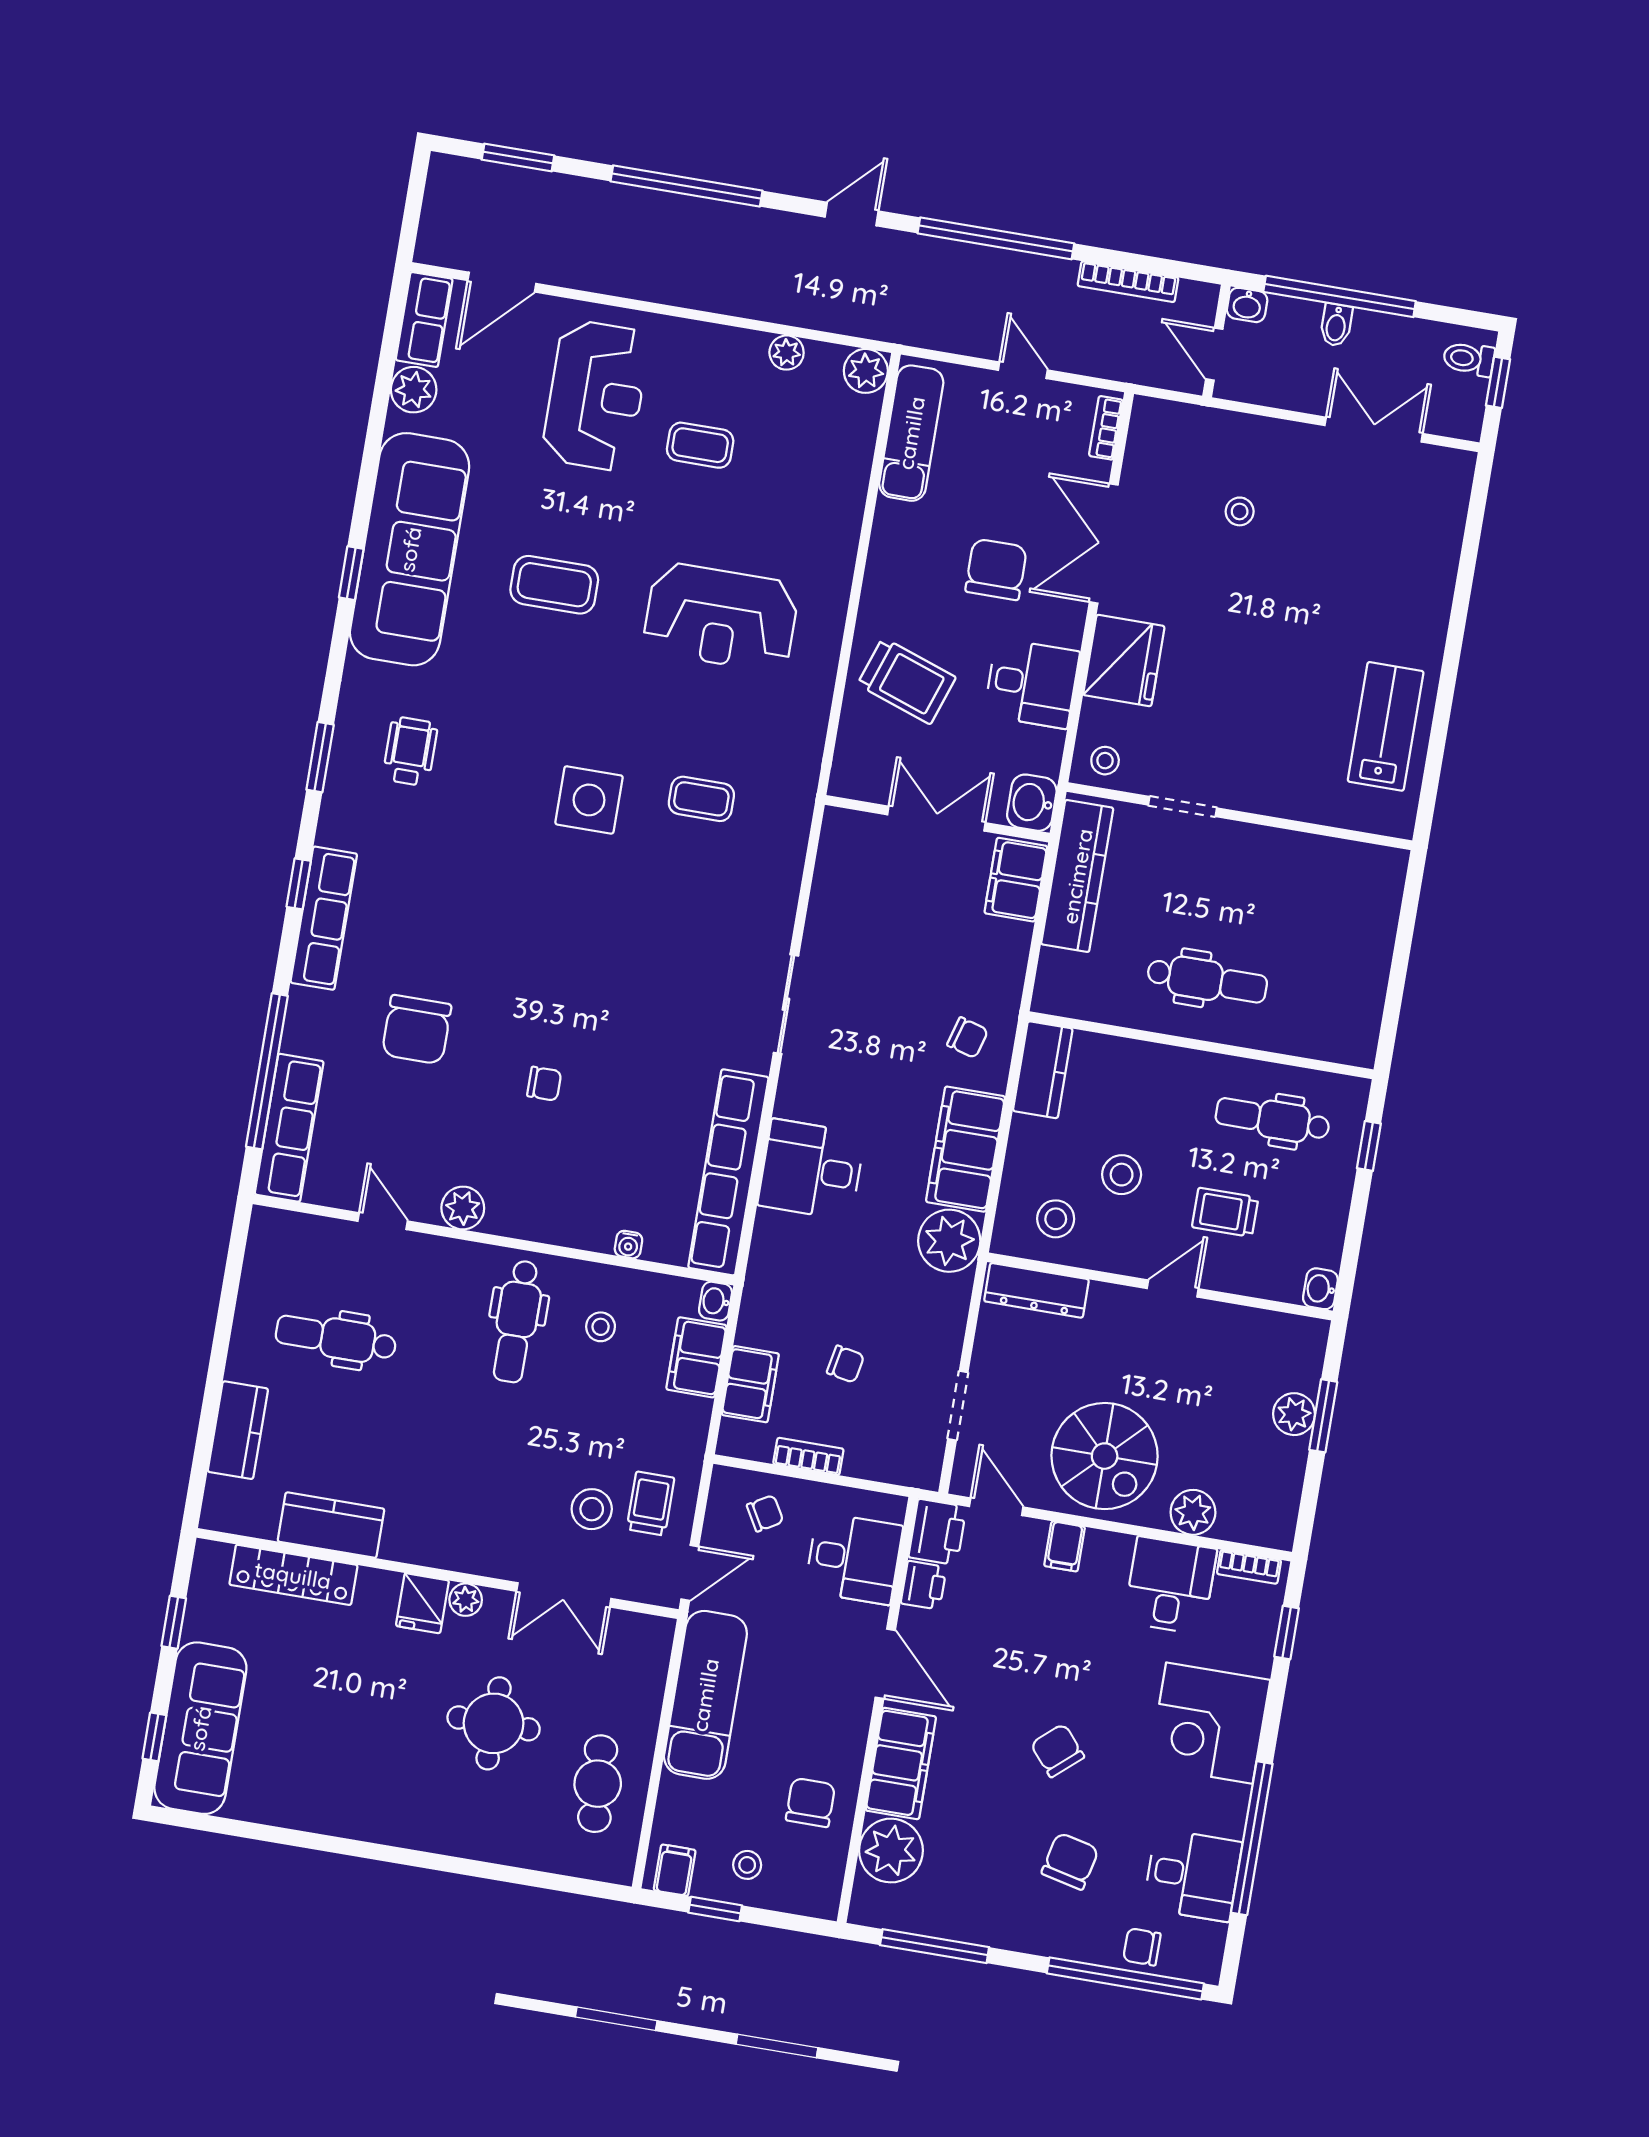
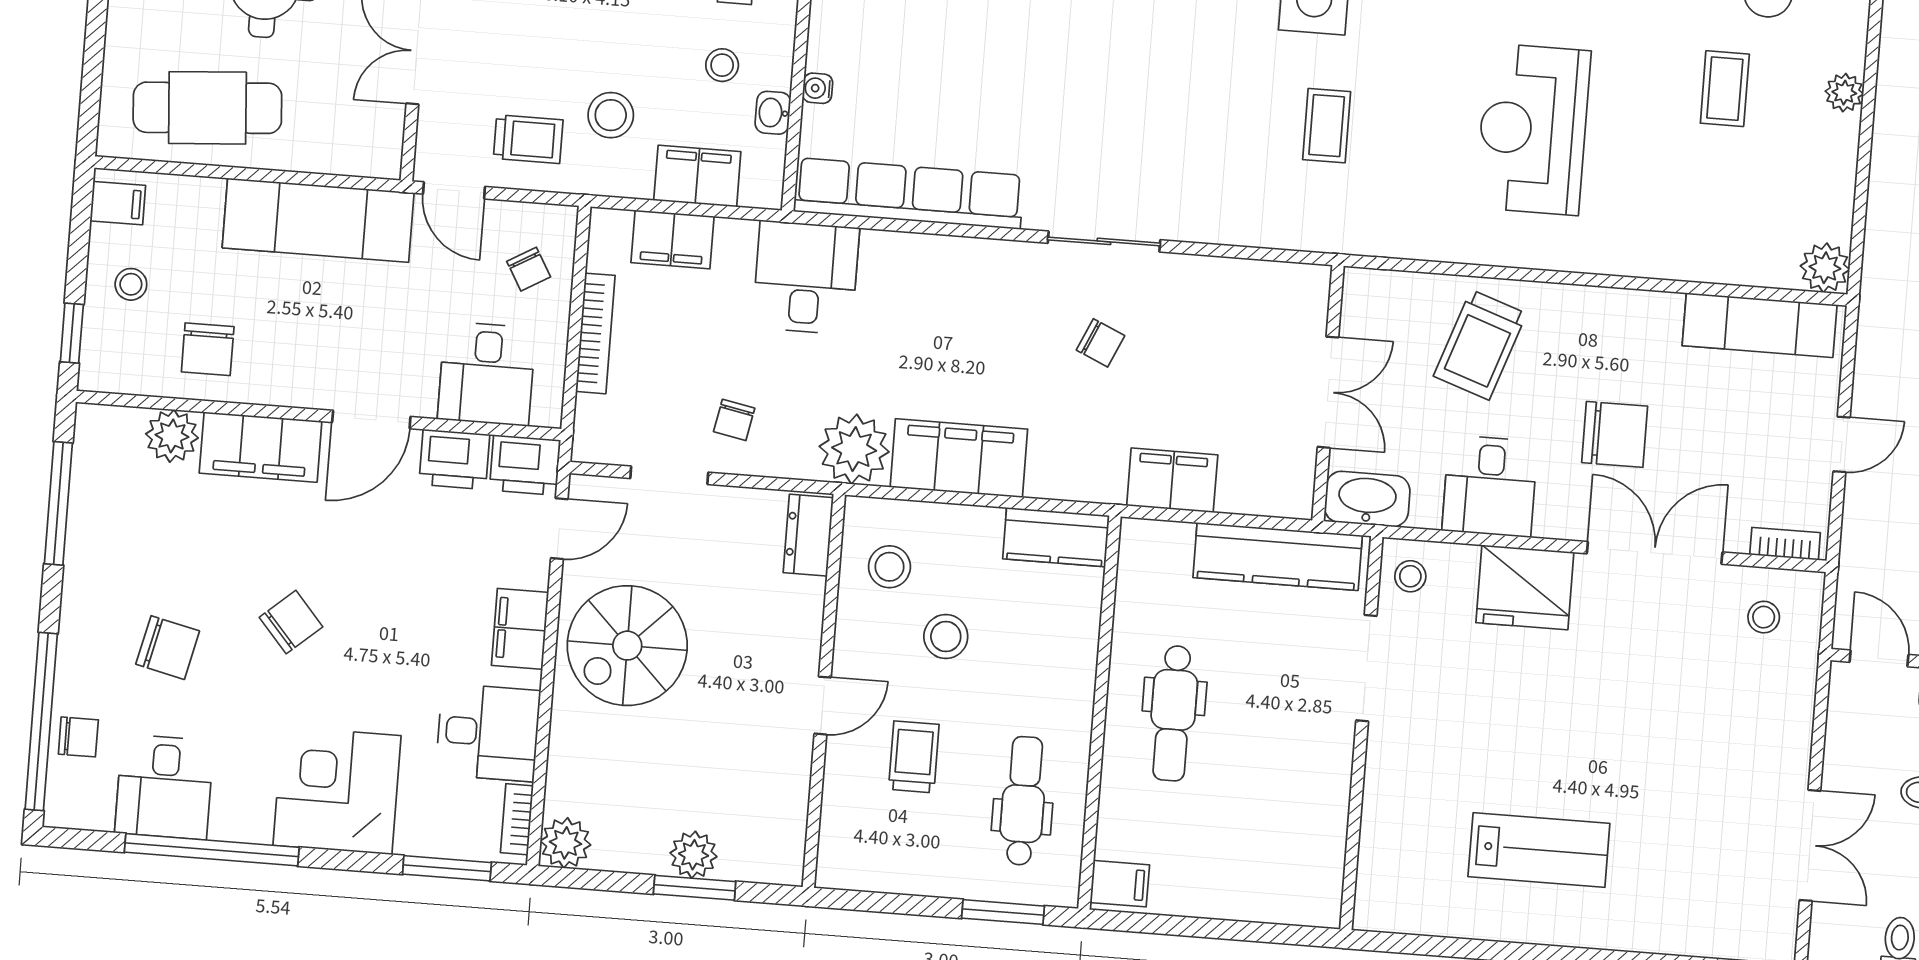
plant: (787, 353) -> (1844, 93), moved
door: (1214, 354) -> (1879, 658), hinge flipped
stool: (1240, 511) -> (1764, 617), moved
lab bench: (1386, 726) -> (1539, 850), moved
washbasin: (1032, 803) -> (1367, 499), width x1.38
doorway: (1183, 807) -> (1366, 668), width x1.38
filing cabinet: (1016, 880) -> (1172, 480), moved
chair: (968, 1038) -> (1101, 343), moved, turned -82
filing cabinet: (1353, 1041) -> (1120, 884), added
window: (1369, 1146) -> (1003, 912), width x1.50
desk: (811, 1170) -> (806, 278), moved
door: (1173, 1289) -> (823, 706), hinge flipped
washbasin: (1320, 1289) -> (837, 872), removed
dresser: (1036, 1290) -> (808, 535), width x0.70
washbasin: (716, 1301) -> (773, 113), moved, turned -90
chair: (845, 1364) -> (734, 420), moved
bookcase: (808, 1456) -> (595, 333), width x1.56
stool: (592, 1509) -> (611, 115), moved
plant: (1193, 1512) -> (566, 843), moved
filing cabinet: (1065, 1546) -> (520, 629), width x2.00
printer: (924, 1585) -> (454, 459), width x1.36, depth x1.24
window: (1287, 1632) -> (447, 868), width x1.50
cafe table: (598, 1784) -> (207, 108), width x1.37, depth x1.35
chair: (810, 1802) -> (208, 349), turned 90
plant: (891, 1851) -> (172, 436), width x0.73, depth x0.73
window: (715, 1909) -> (72, 333), moved
chair: (1142, 1947) -> (78, 737), turned 90

